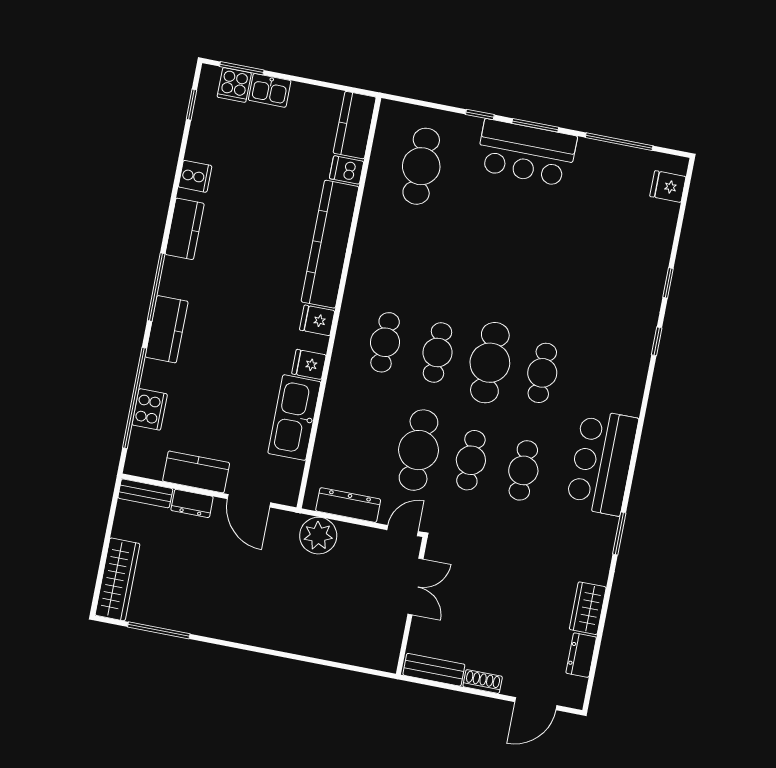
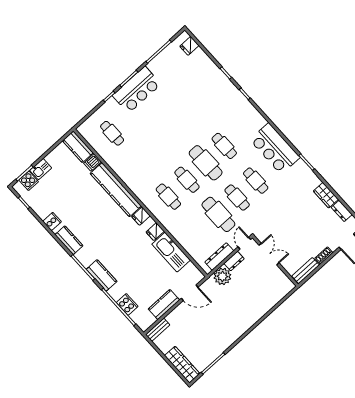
cafe table: (421, 166) -> (112, 133), width x0.73, depth x0.74
dresser: (192, 503) -> (234, 261), moved

